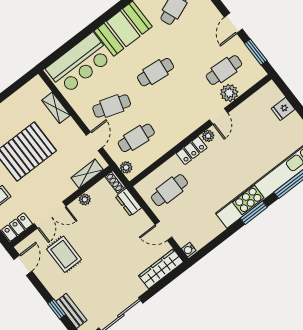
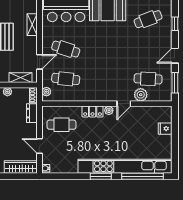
cafe table: (156, 72) -> (107, 49), removed

